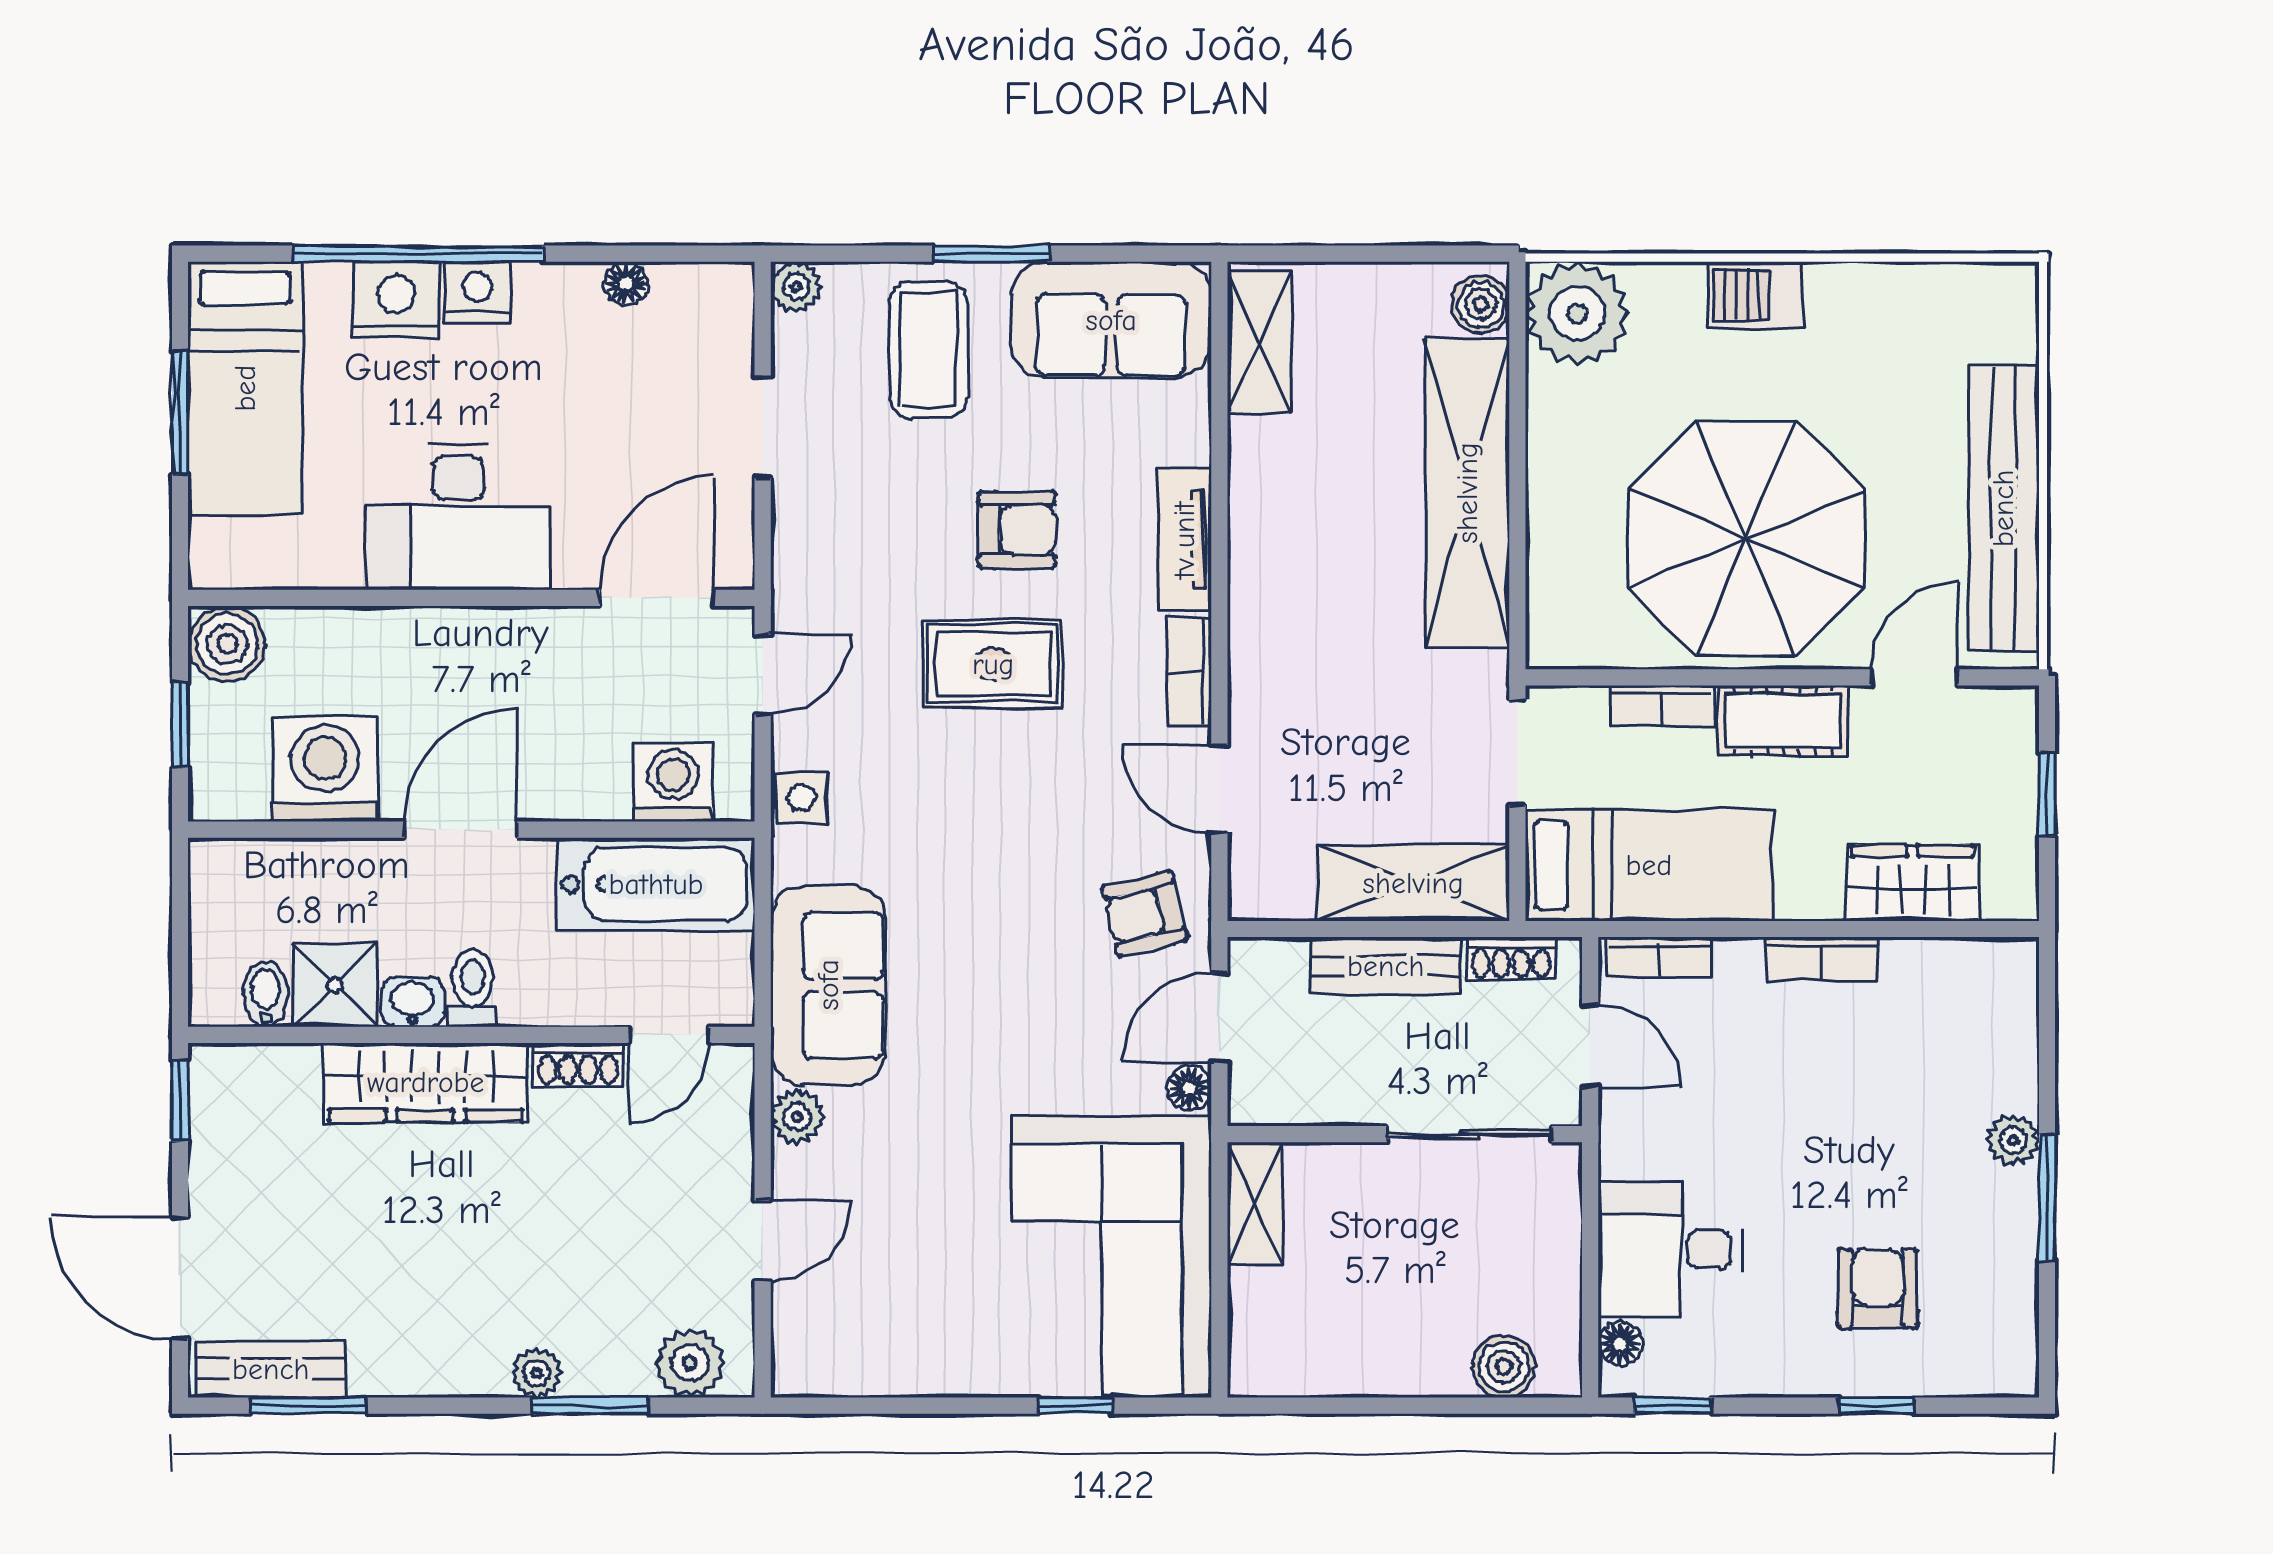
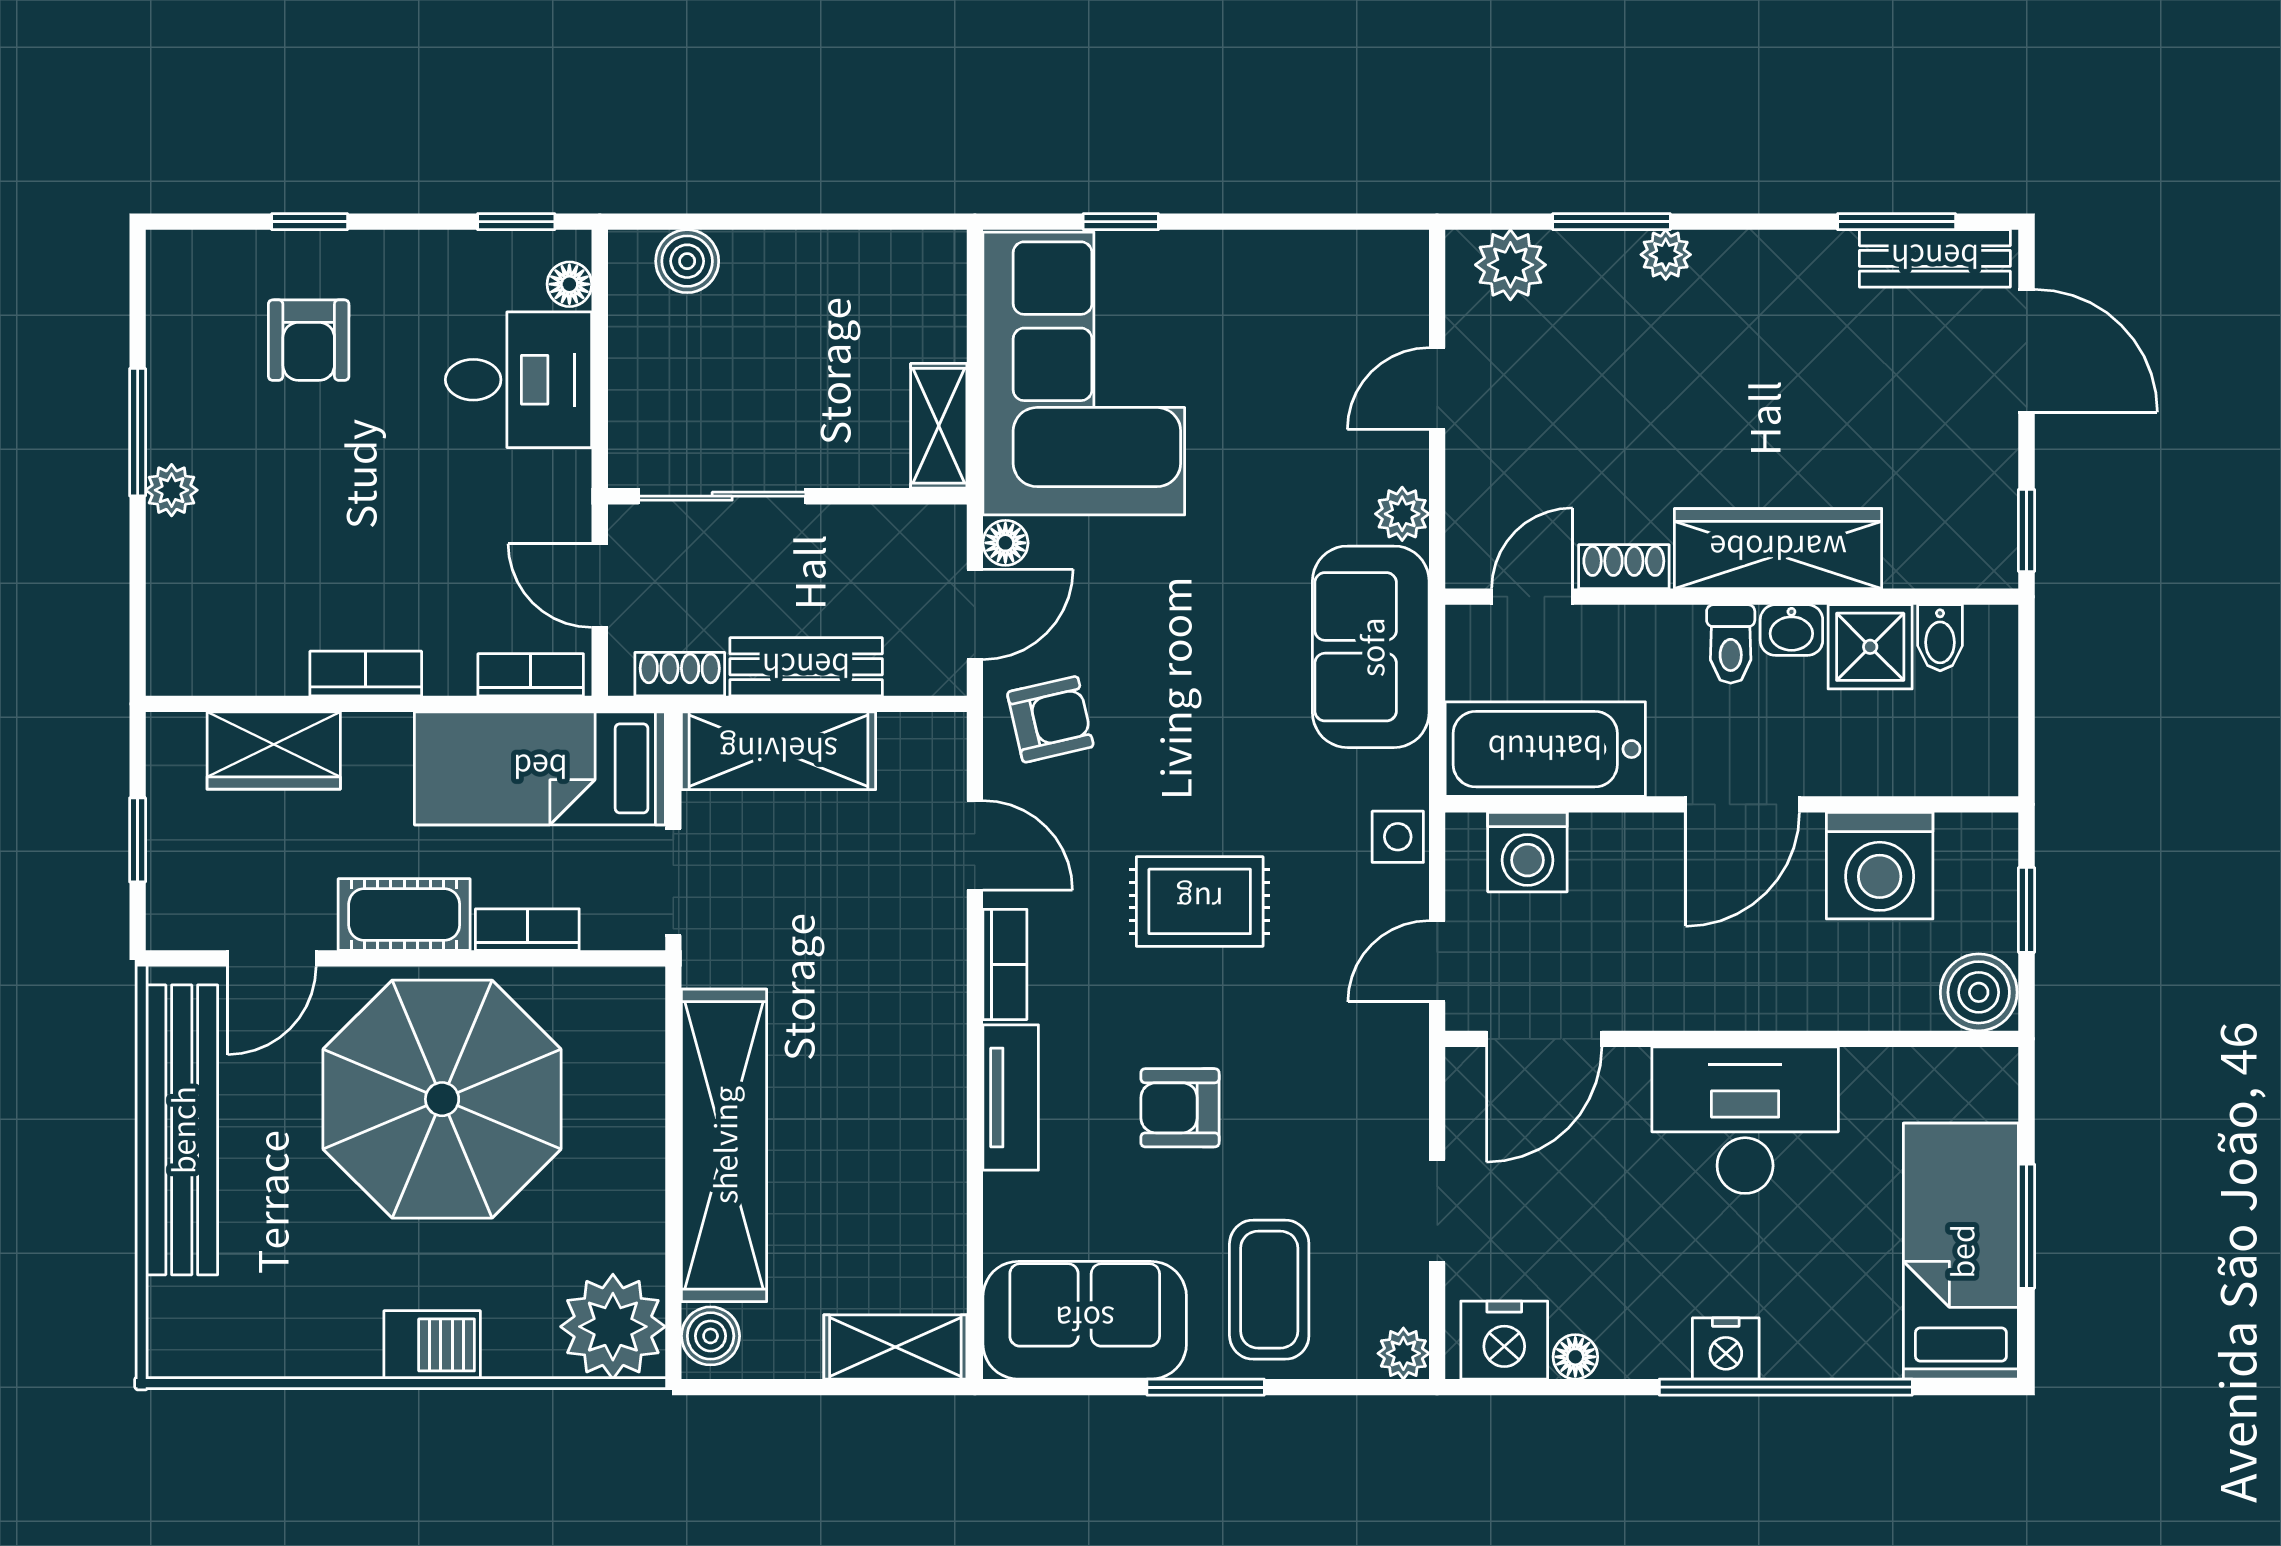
nightstand: (396, 300) -> (1504, 1340), moved
shelving: (1259, 342) -> (895, 1347), moved, turned 90
rug: (993, 664) -> (1200, 901), moved

